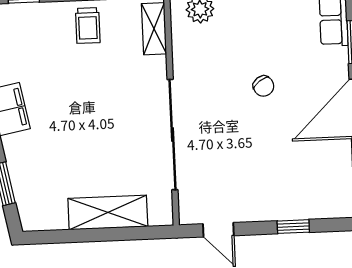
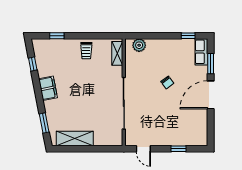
shelving: (108, 212) -> (75, 138), moved

